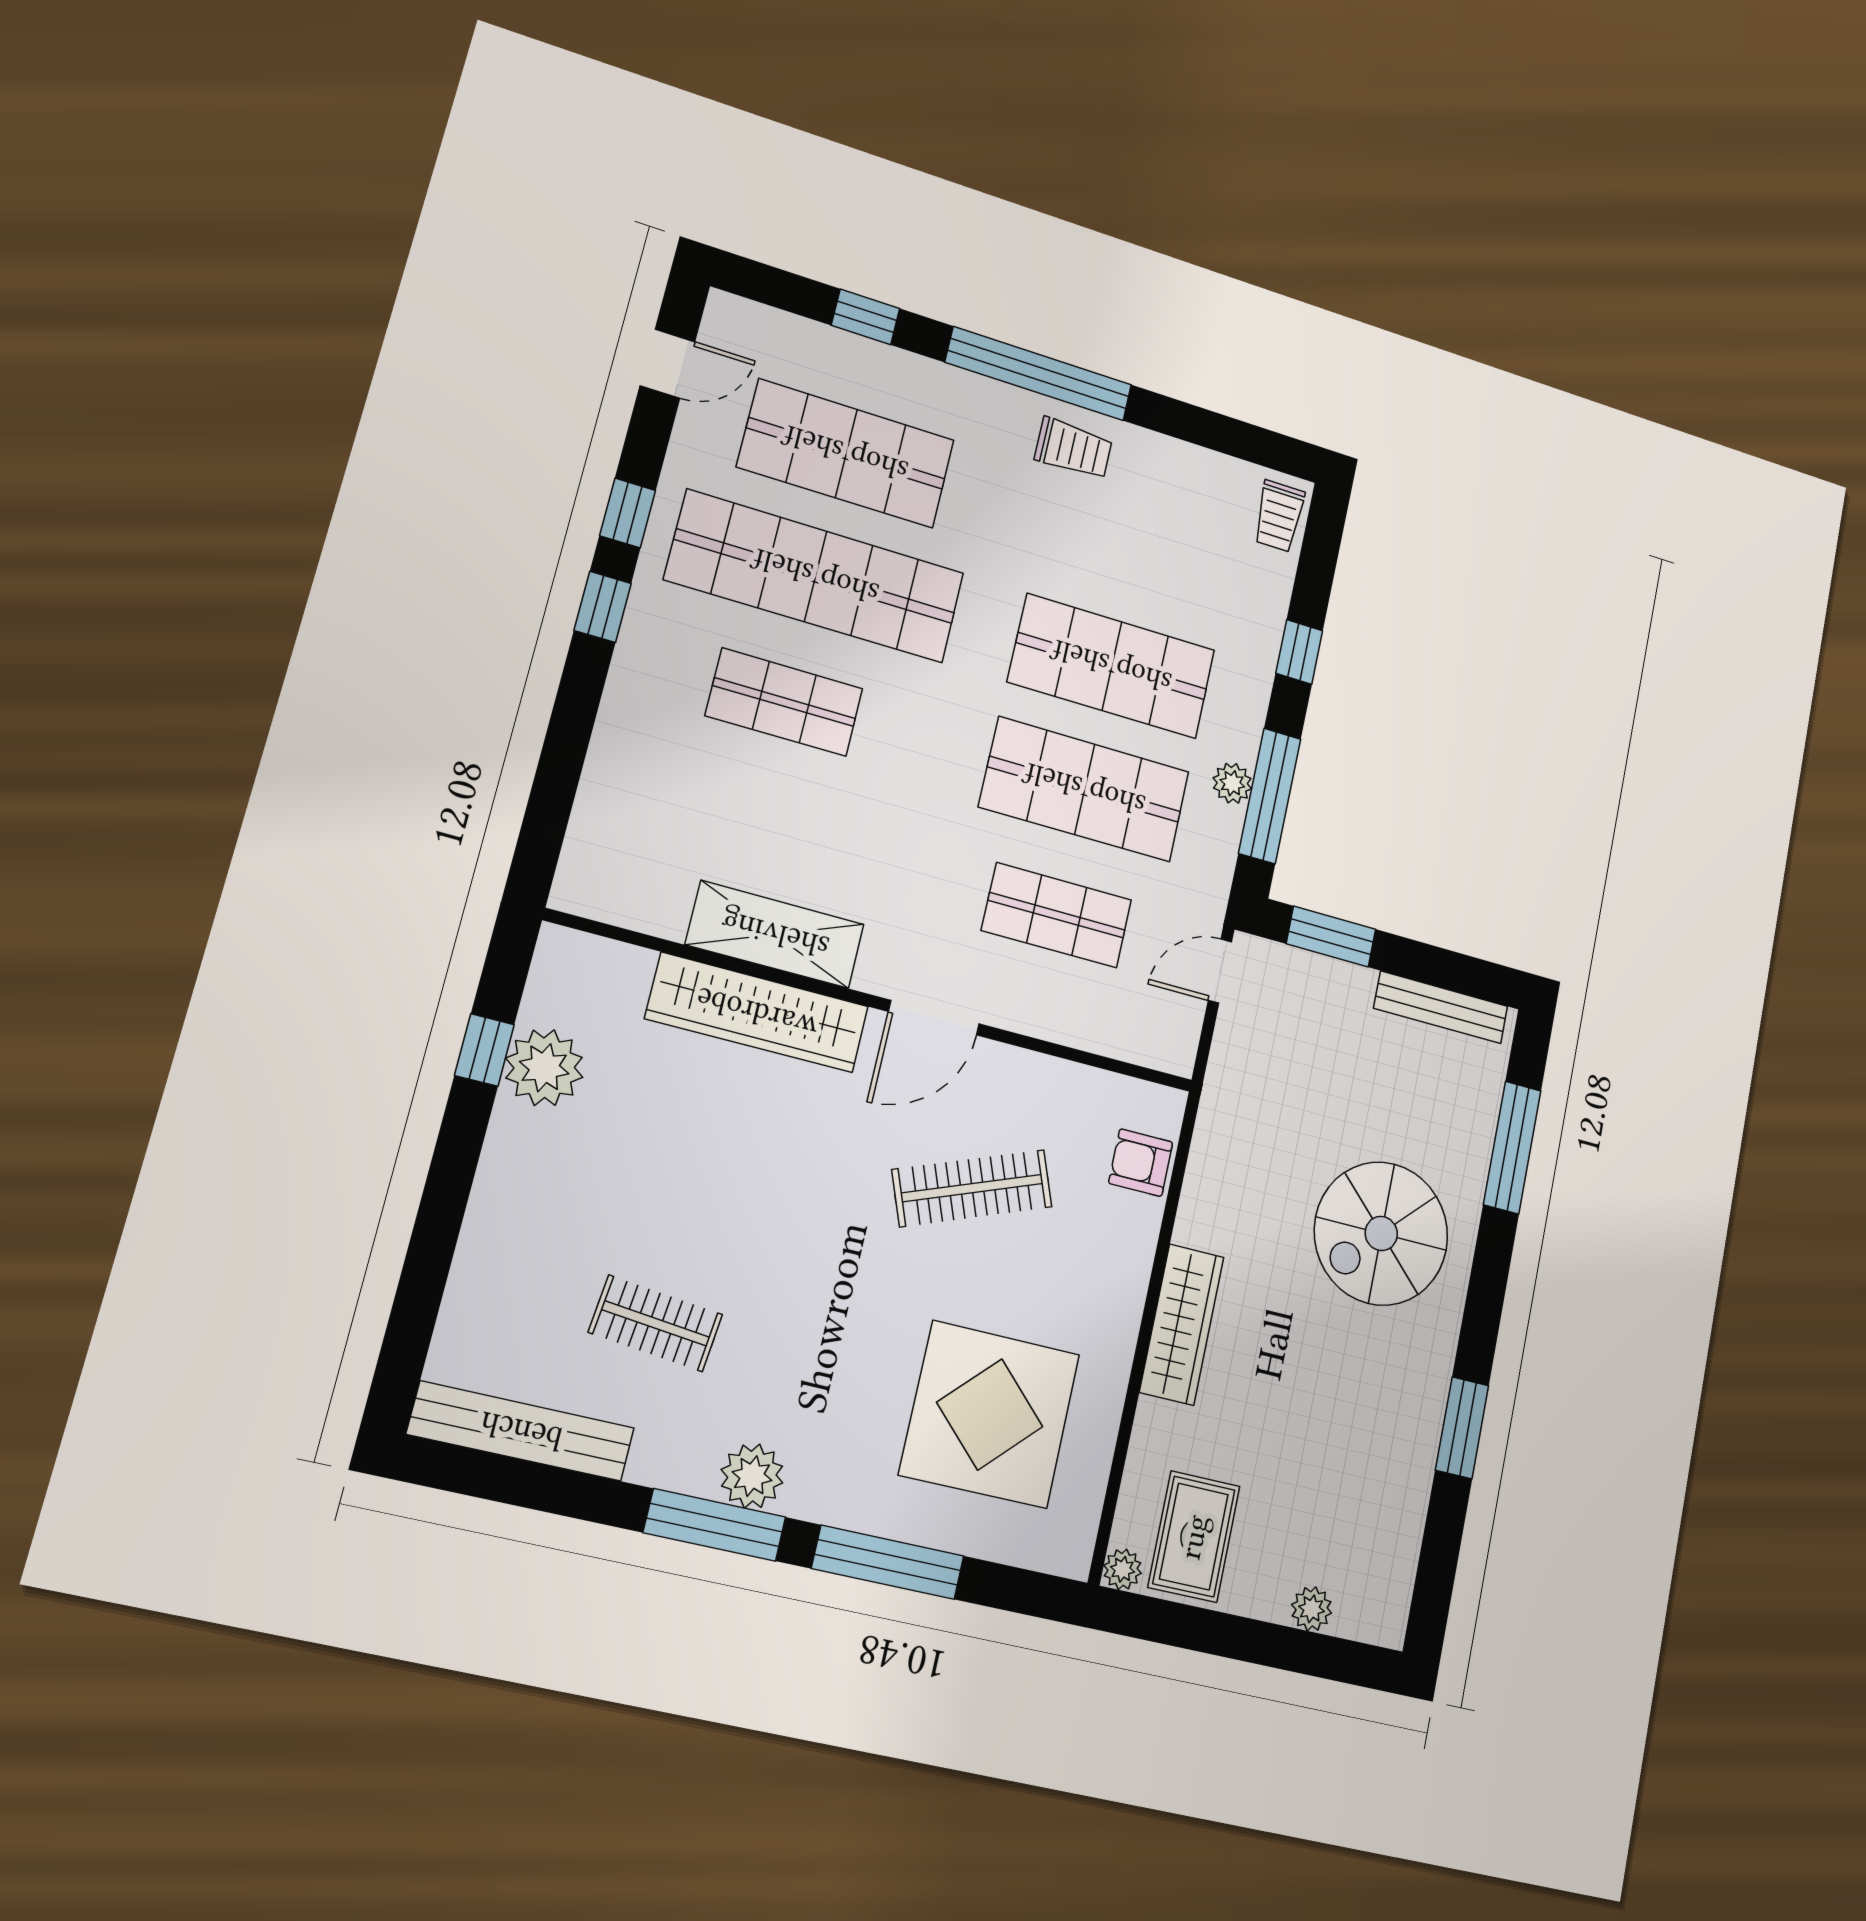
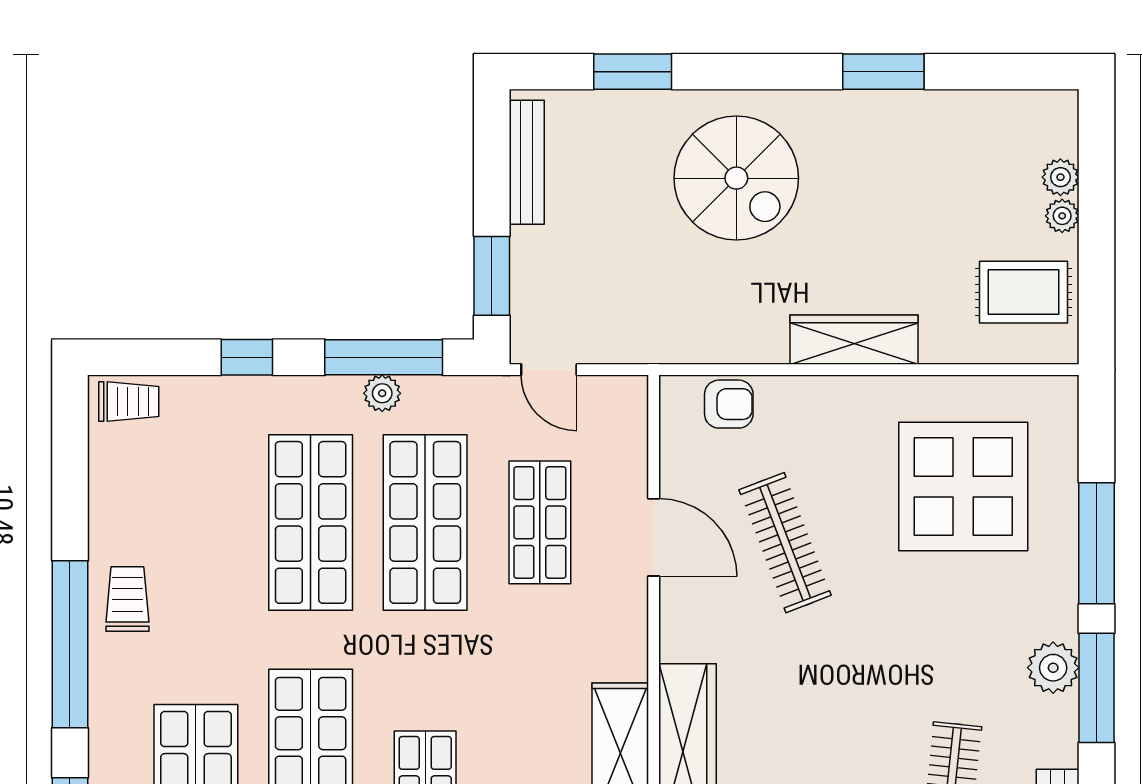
door: (934, 1018) -> (654, 537), moved
window: (1512, 1147) -> (633, 72), width x0.69
armchair: (1141, 1163) -> (729, 404), turned -90
plant: (1123, 1569) -> (1062, 216), moved

